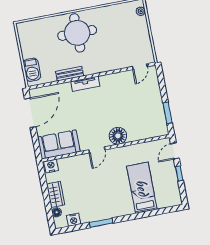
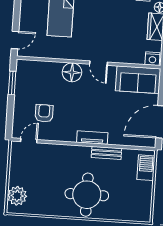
plant: (141, 11) -> (17, 196), width x1.87, depth x1.87
armchair: (133, 94) -> (44, 113), added
door: (97, 150) -> (99, 63), swing flipped
window: (179, 173) -> (17, 14), removed

